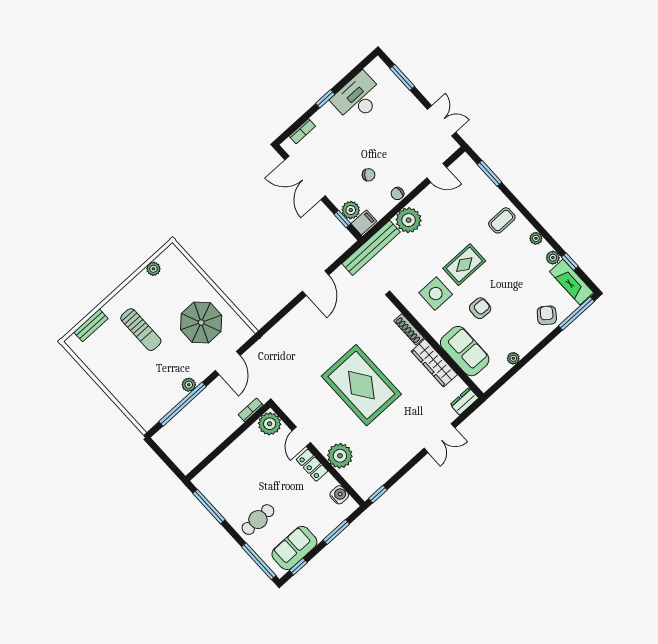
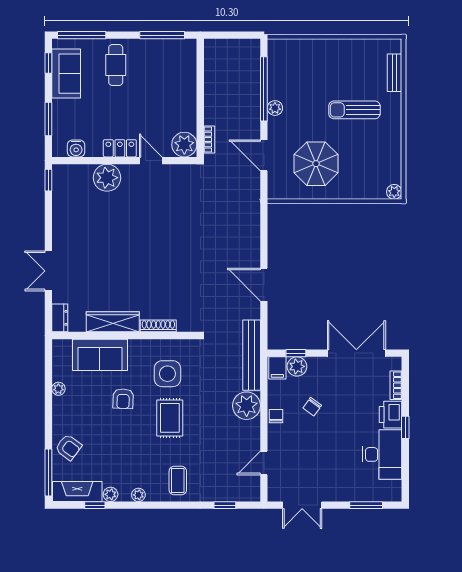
printer: (326, 117) -> (391, 415), added
window: (490, 173) -> (225, 505), width x0.67
plant: (153, 269) -> (394, 192), moved
rug: (361, 385) -> (148, 247), removed

